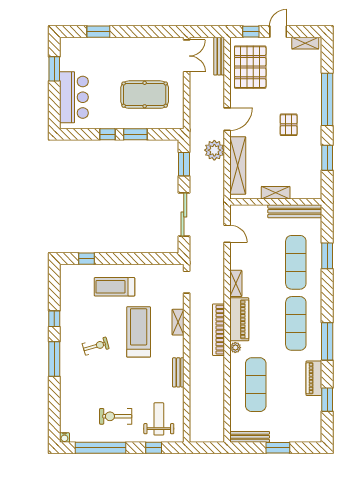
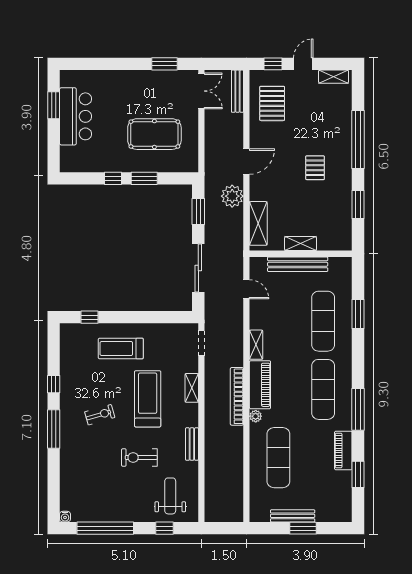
window: (98, 32) -> (165, 64), moved
pallet: (250, 67) -> (272, 103), width x0.73, depth x0.71
bar counter: (74, 97) -> (76, 116), moved
shelving: (238, 165) -> (258, 223), width x0.68
bench: (295, 211) -> (298, 264), moved
exercise bike: (116, 416) -> (139, 457), moved
bench: (250, 437) -> (293, 516), moved

